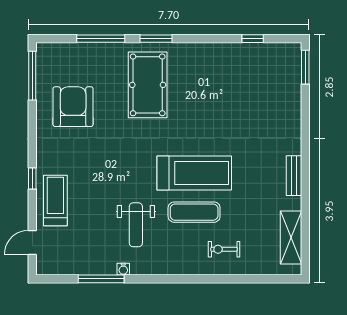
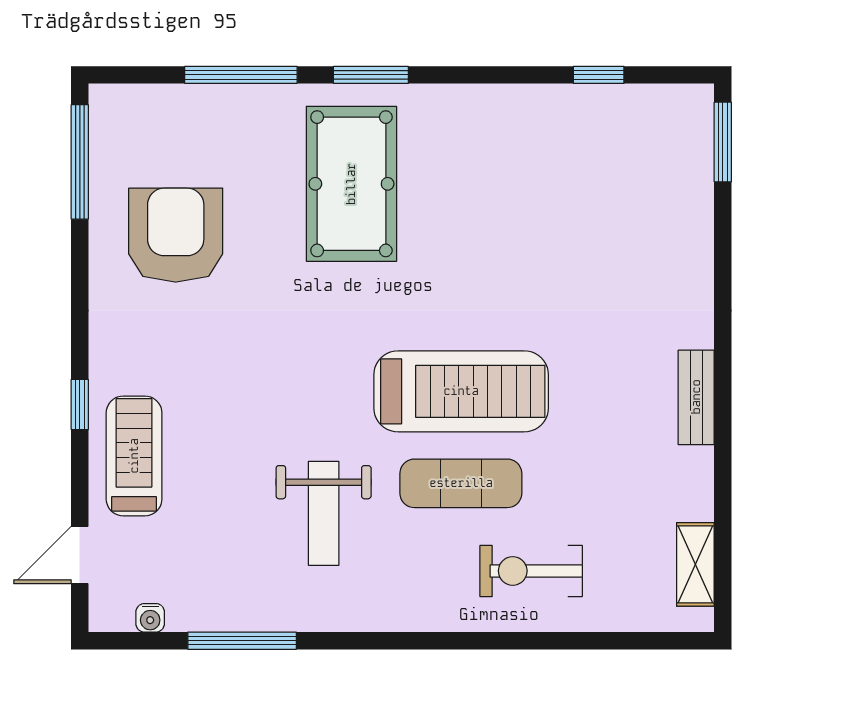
shelving: (291, 238) -> (695, 564), width x0.67, depth x0.75
exercise bike: (224, 249) -> (531, 571), width x1.38, depth x1.39
water cooler: (123, 269) -> (150, 618), moved

